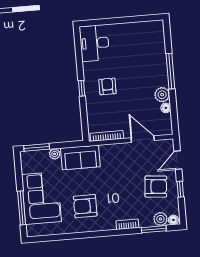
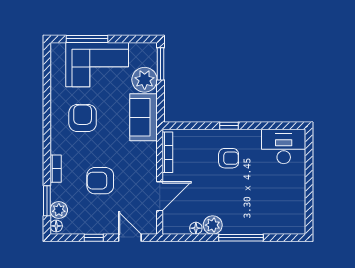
plant: (55, 154) -> (145, 80), width x1.88, depth x1.88
armchair: (156, 187) -> (100, 181), moved, turned 85

